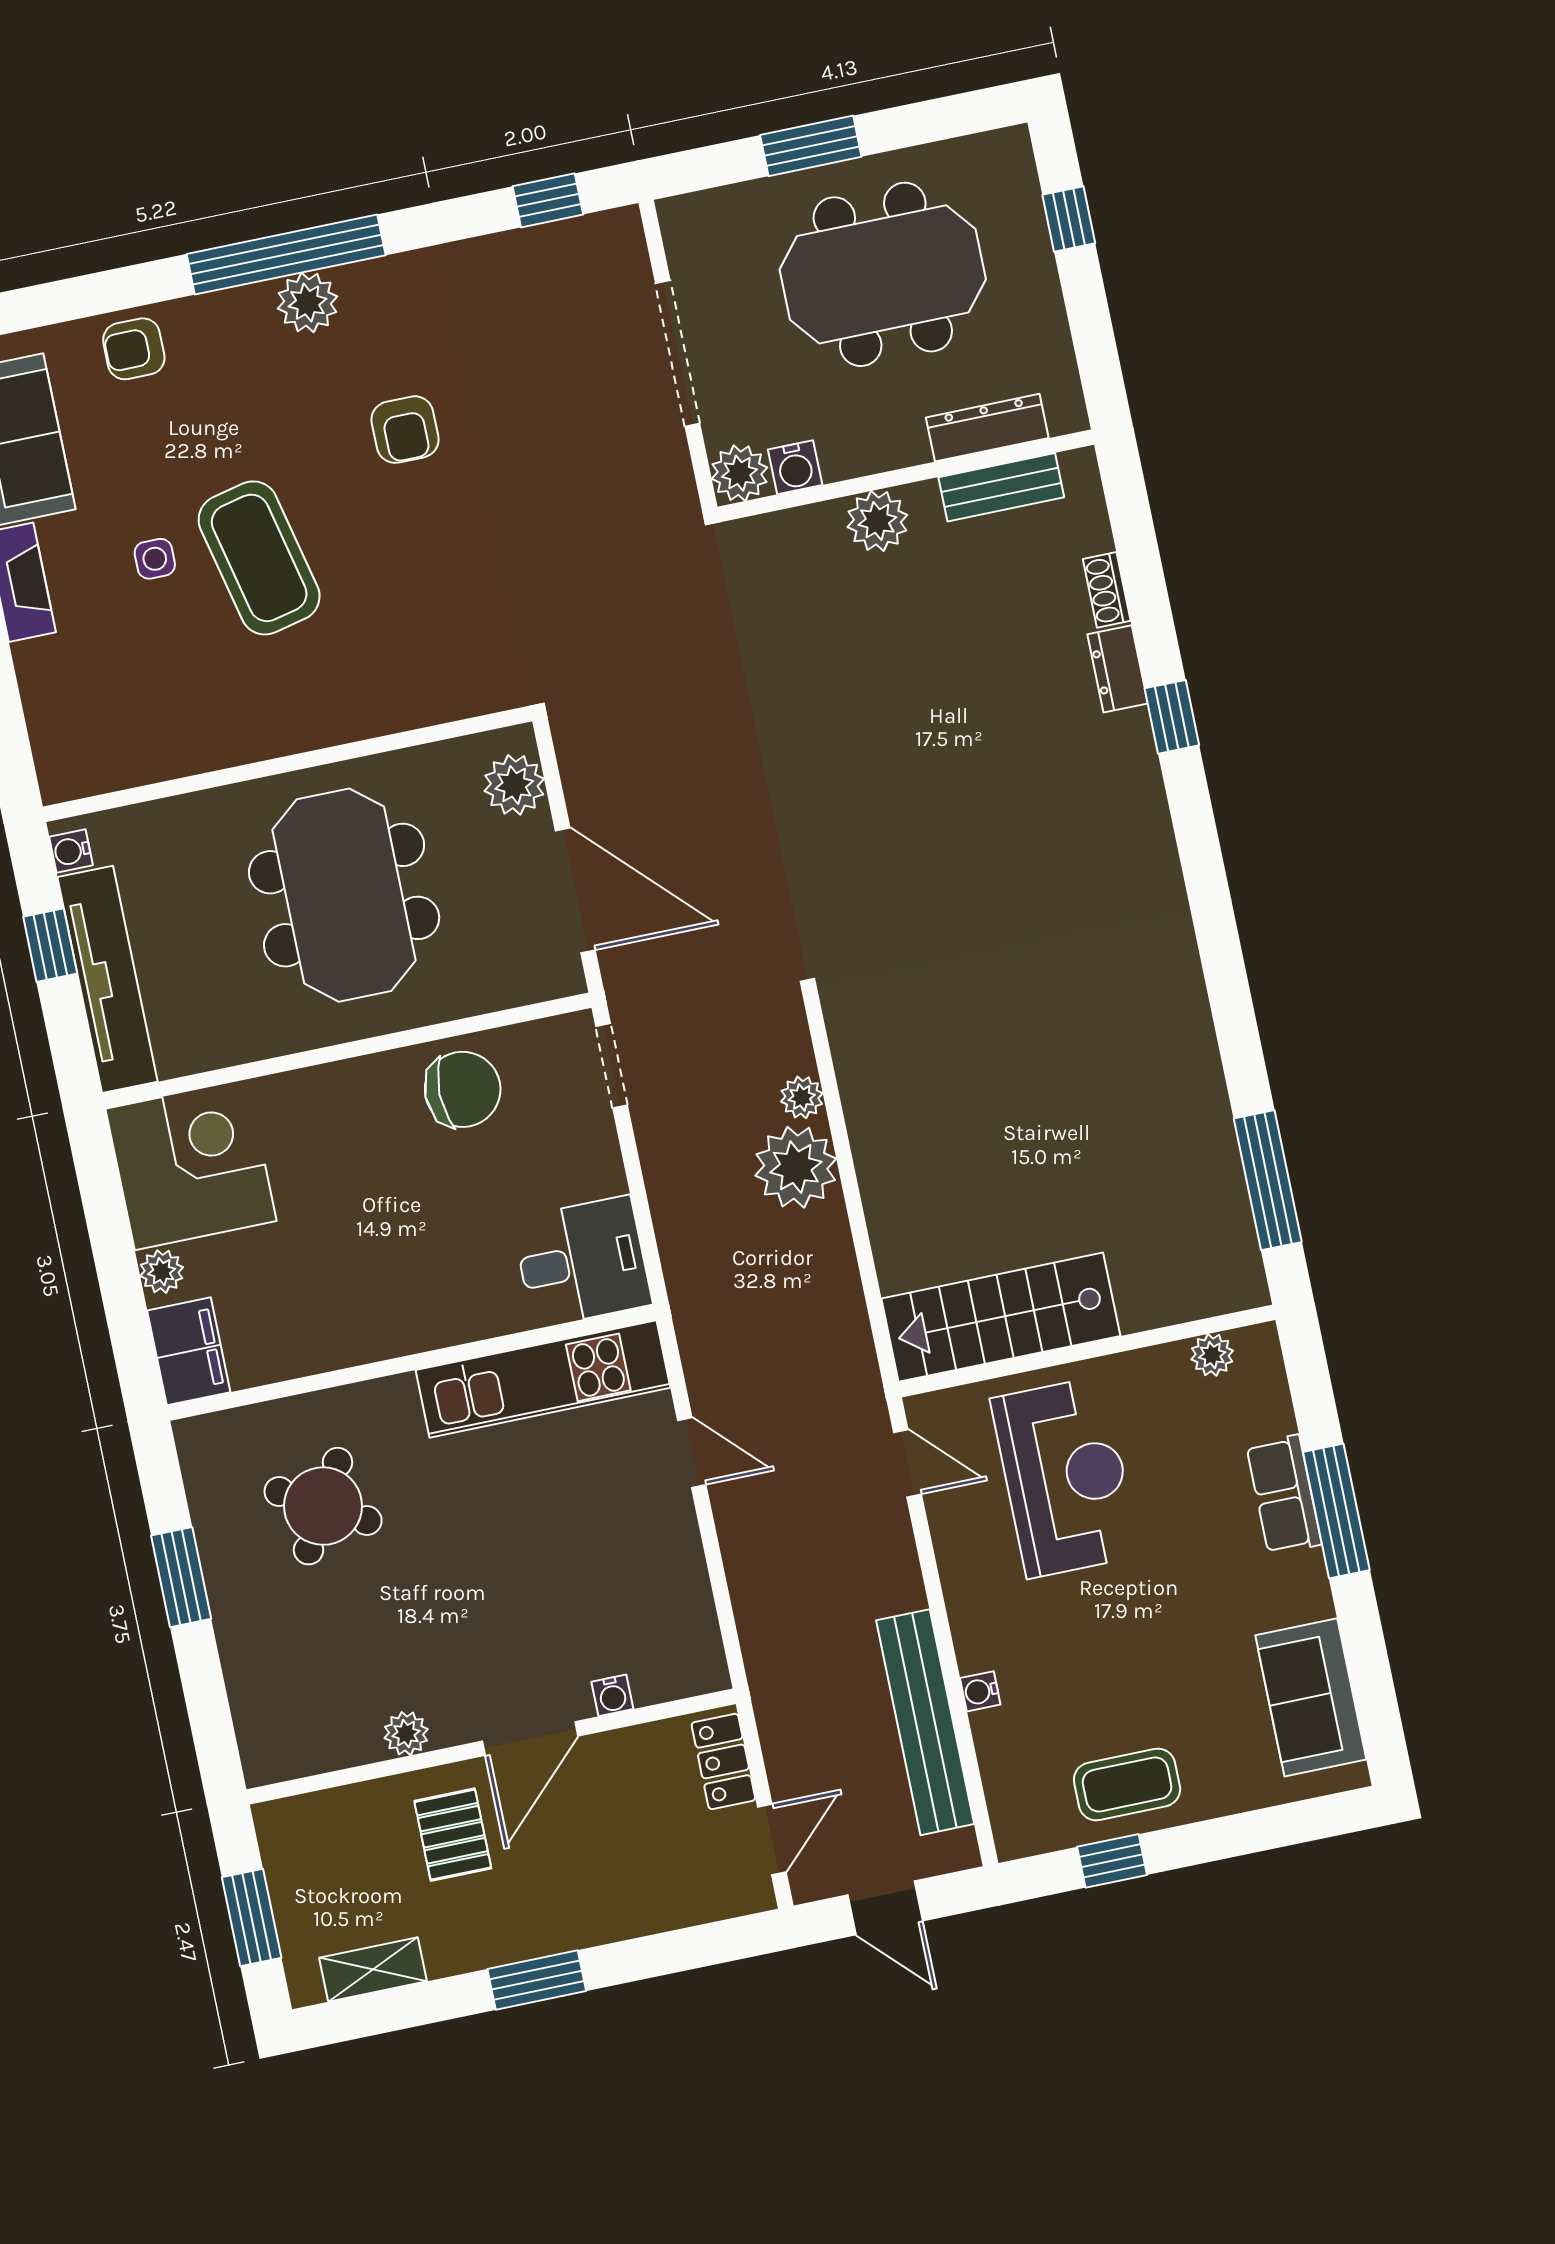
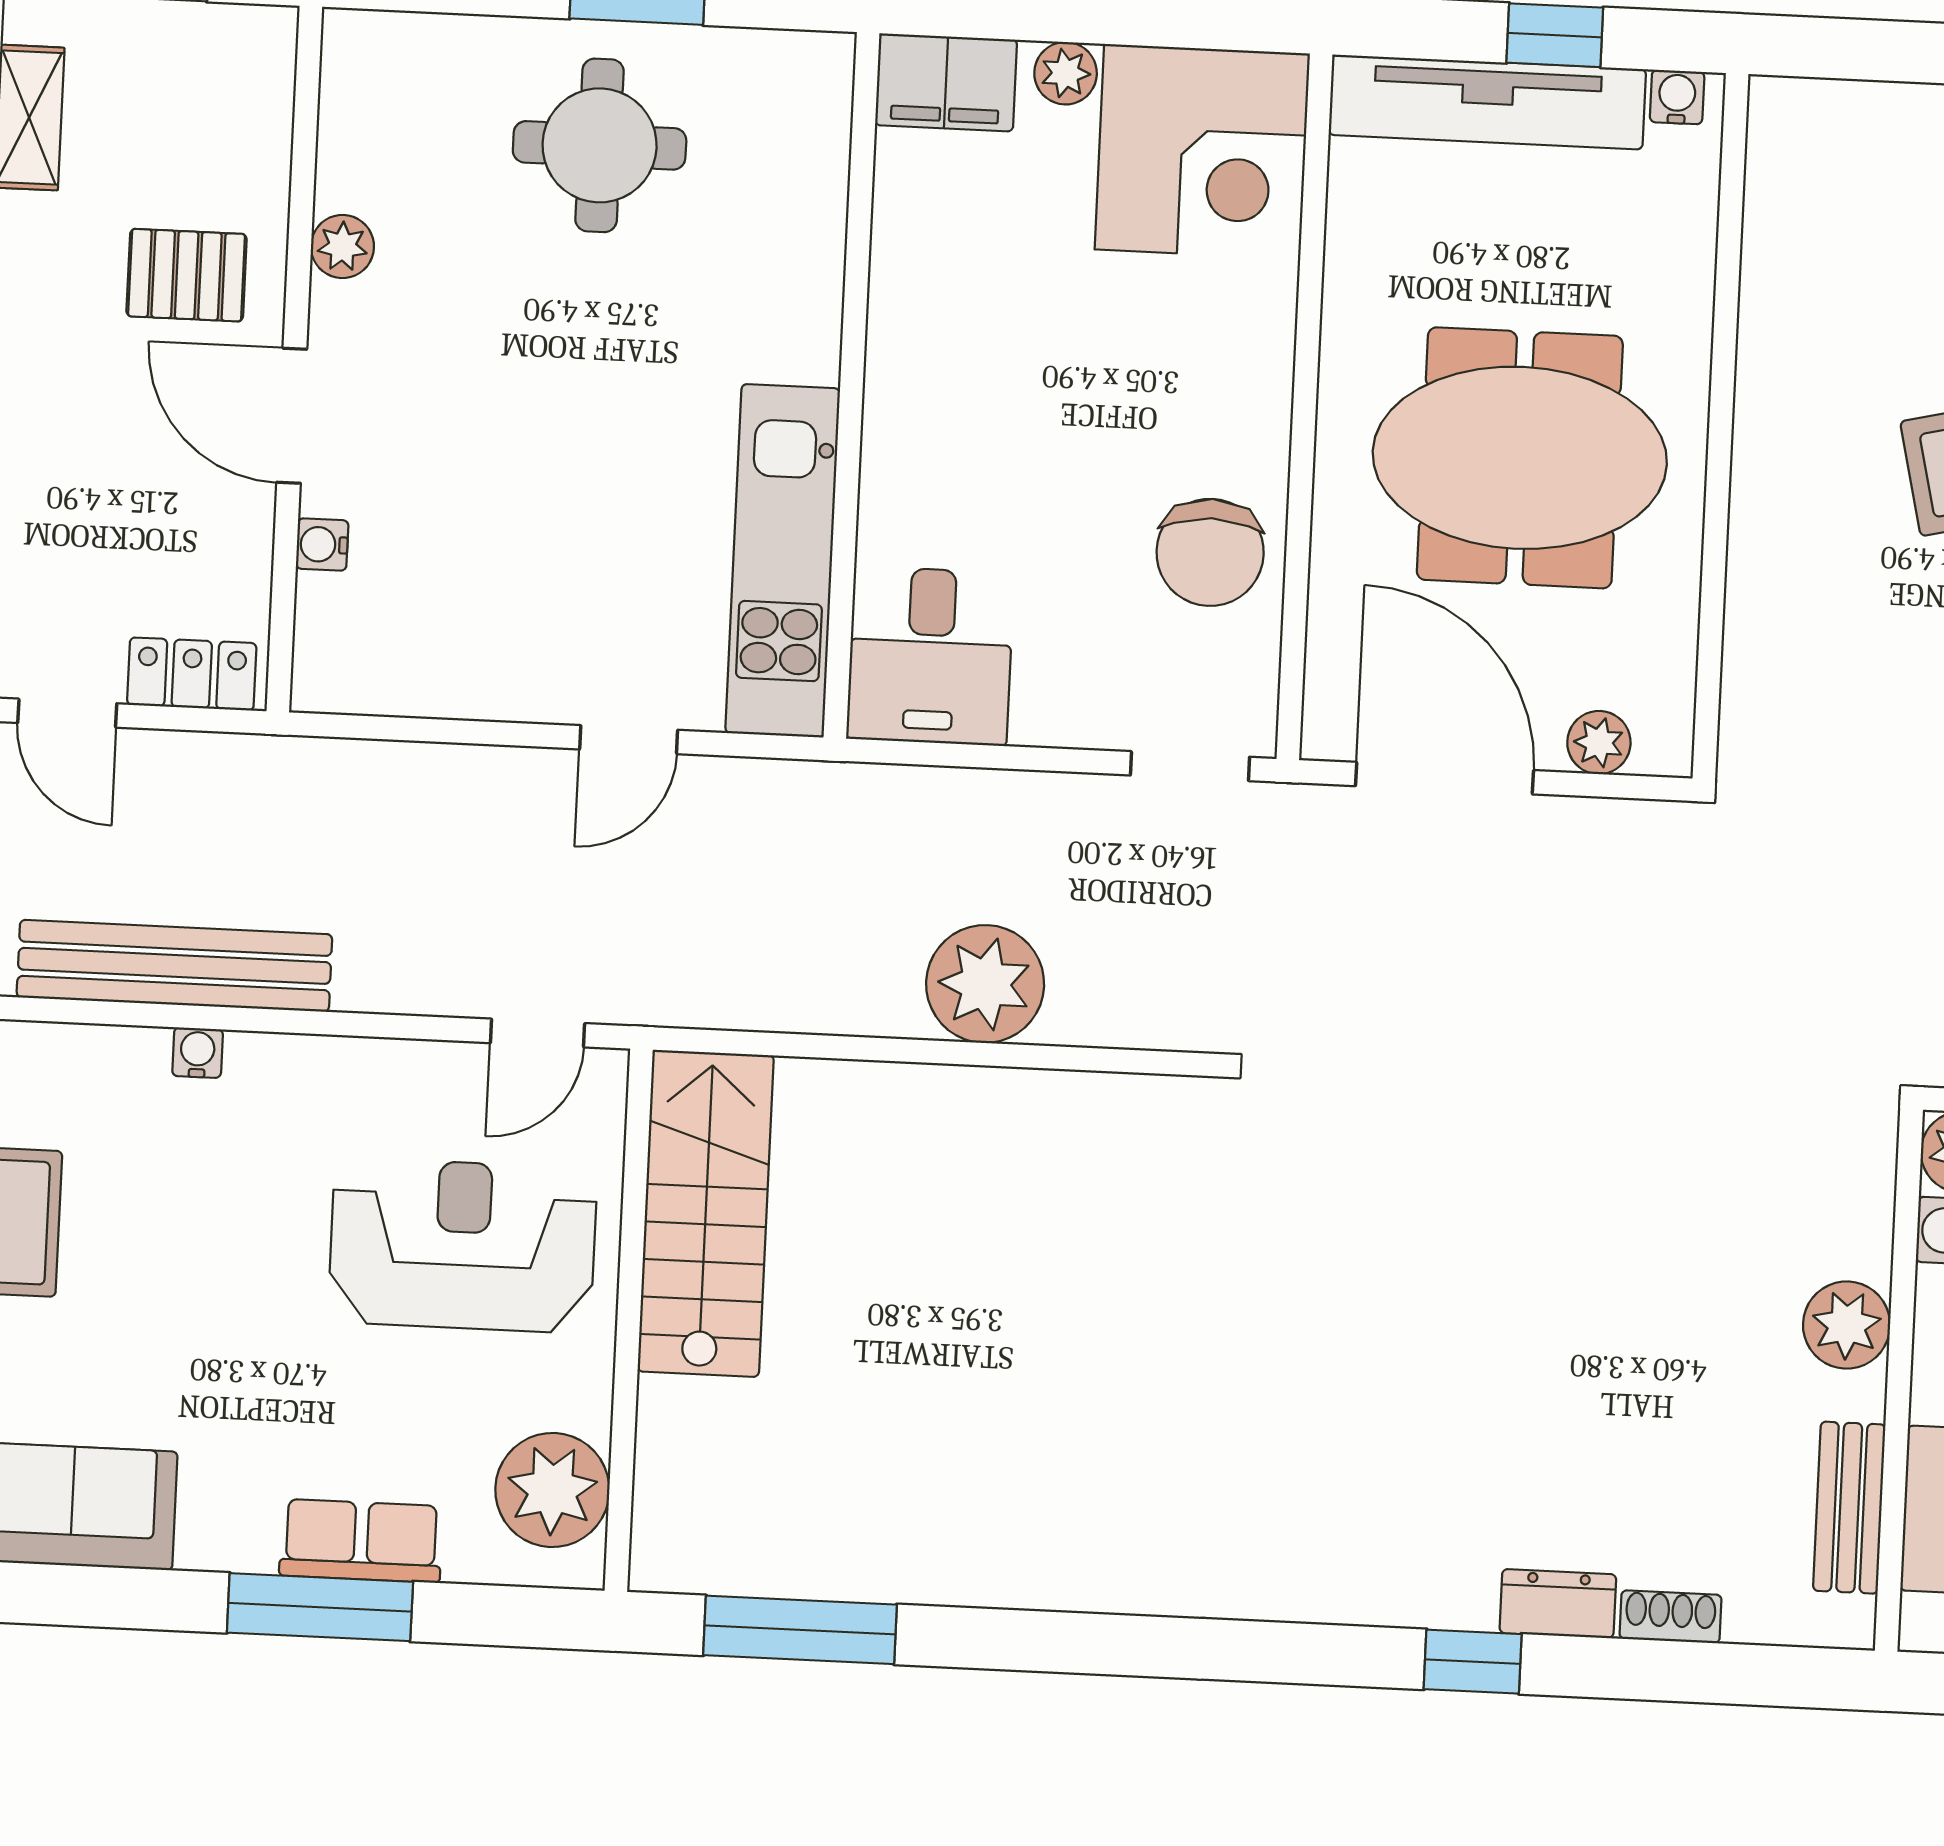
plant: (514, 785) -> (1599, 743), width x0.73, depth x0.73
door: (575, 890) -> (1445, 778), swing flipped
plant: (802, 1097) -> (1079, 1017), removed
plant: (1212, 1355) -> (552, 1490), width x1.87, depth x1.87
reception desk: (1065, 1477) -> (463, 1245), turned 180
round table: (323, 1506) -> (600, 145), moved, turned -30

